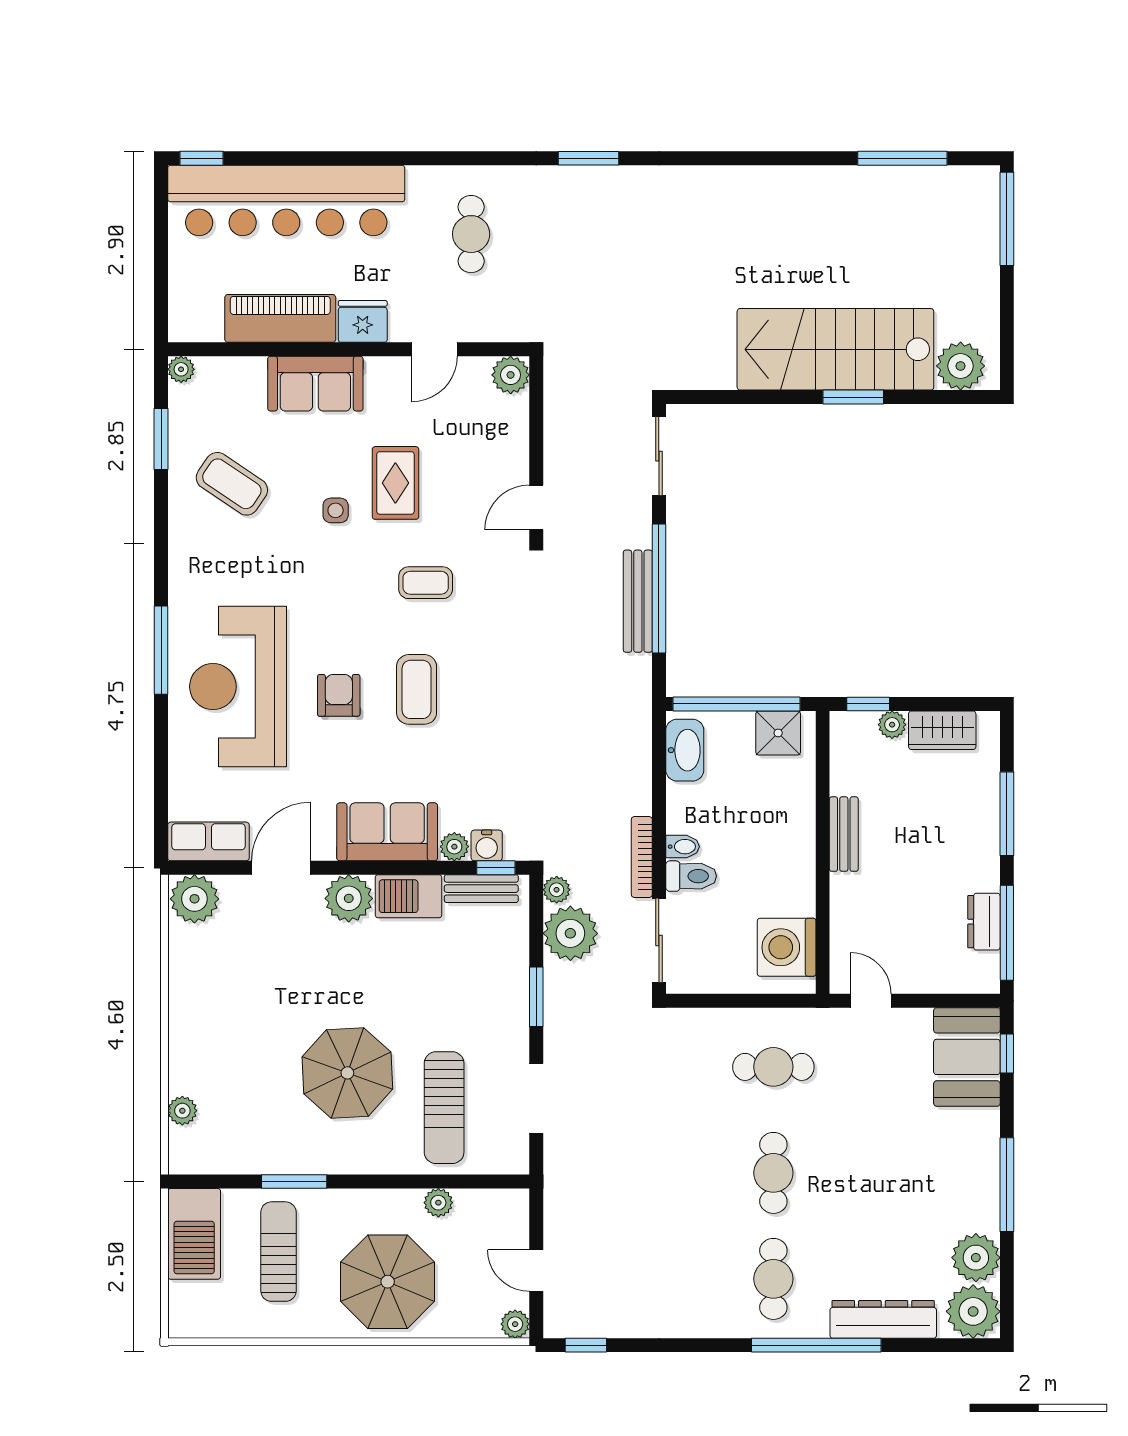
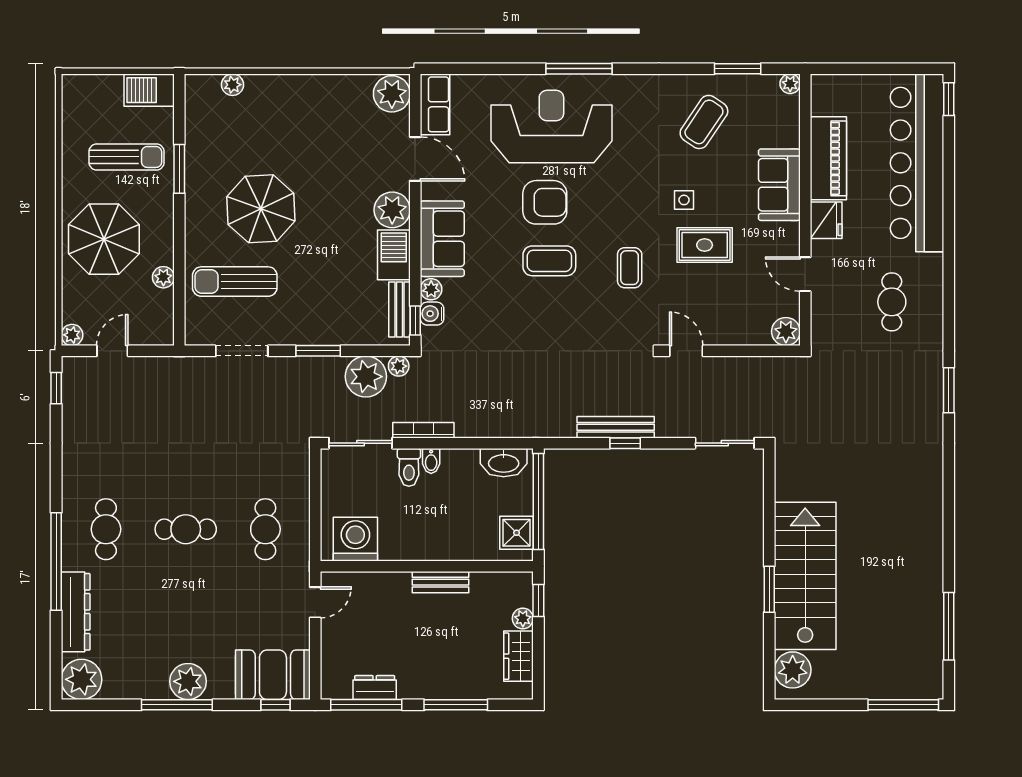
cafe table: (471, 234) -> (892, 302), turned 90
window: (659, 589) -> (625, 443), width x0.32
armchair: (339, 695) -> (545, 202), width x1.38, depth x1.38
barbecue: (194, 1234) -> (149, 90), width x0.73, depth x0.83
plant: (976, 1258) -> (188, 681), moved
cafe table: (773, 1279) -> (106, 529), turned 90

